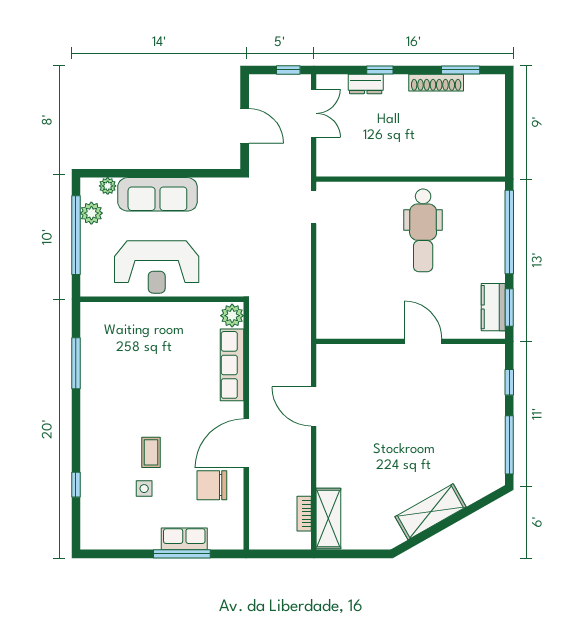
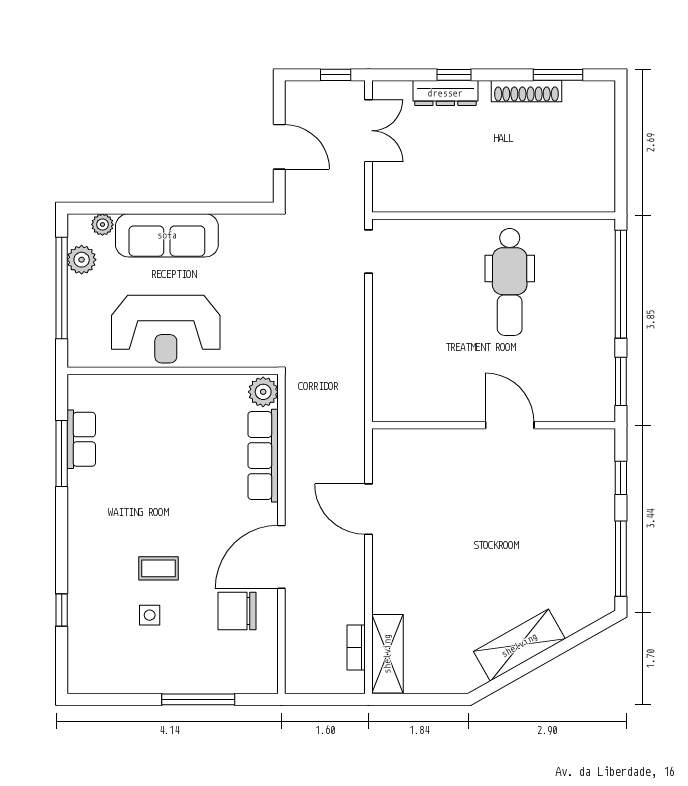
dresser: (366, 84) -> (445, 93), width x1.44
kitchen counter: (493, 307) -> (600, 381), removed
coffee table: (151, 452) -> (159, 568), turned 90
row of seats: (184, 539) -> (81, 439), moved, turned 90

